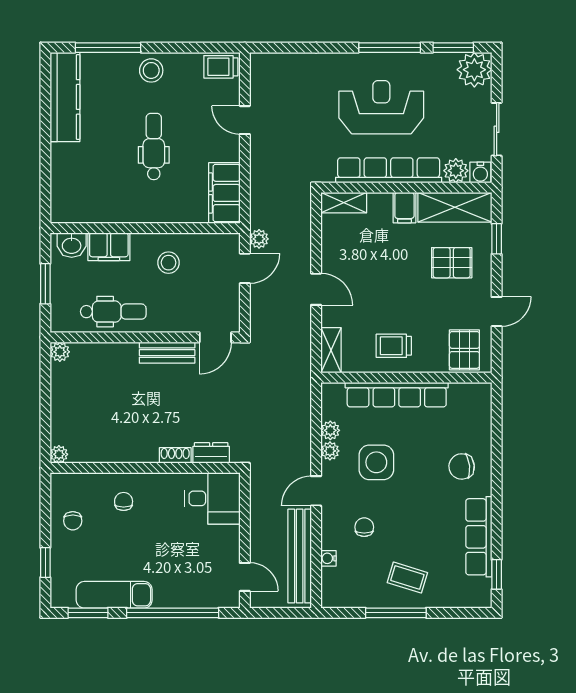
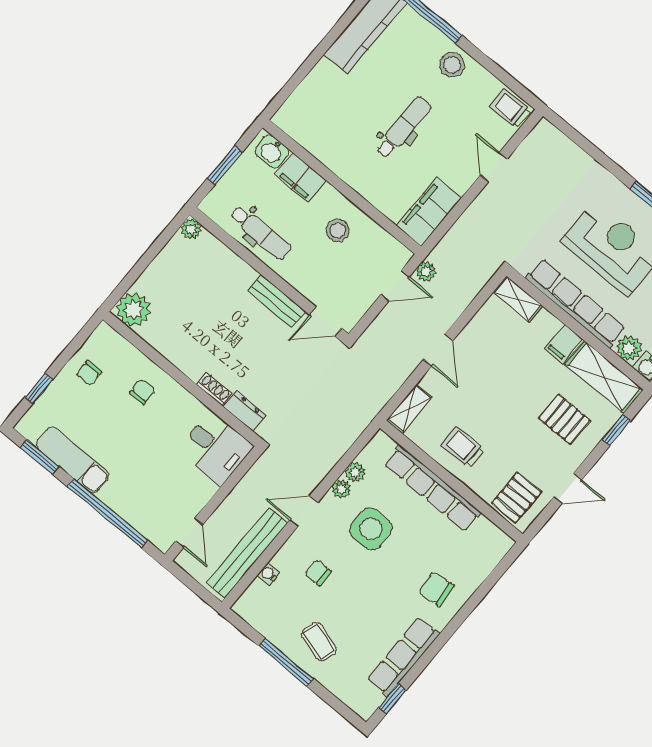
plant: (59, 454) -> (133, 310), width x1.87, depth x1.87
chair: (364, 527) -> (318, 573), turned -90

